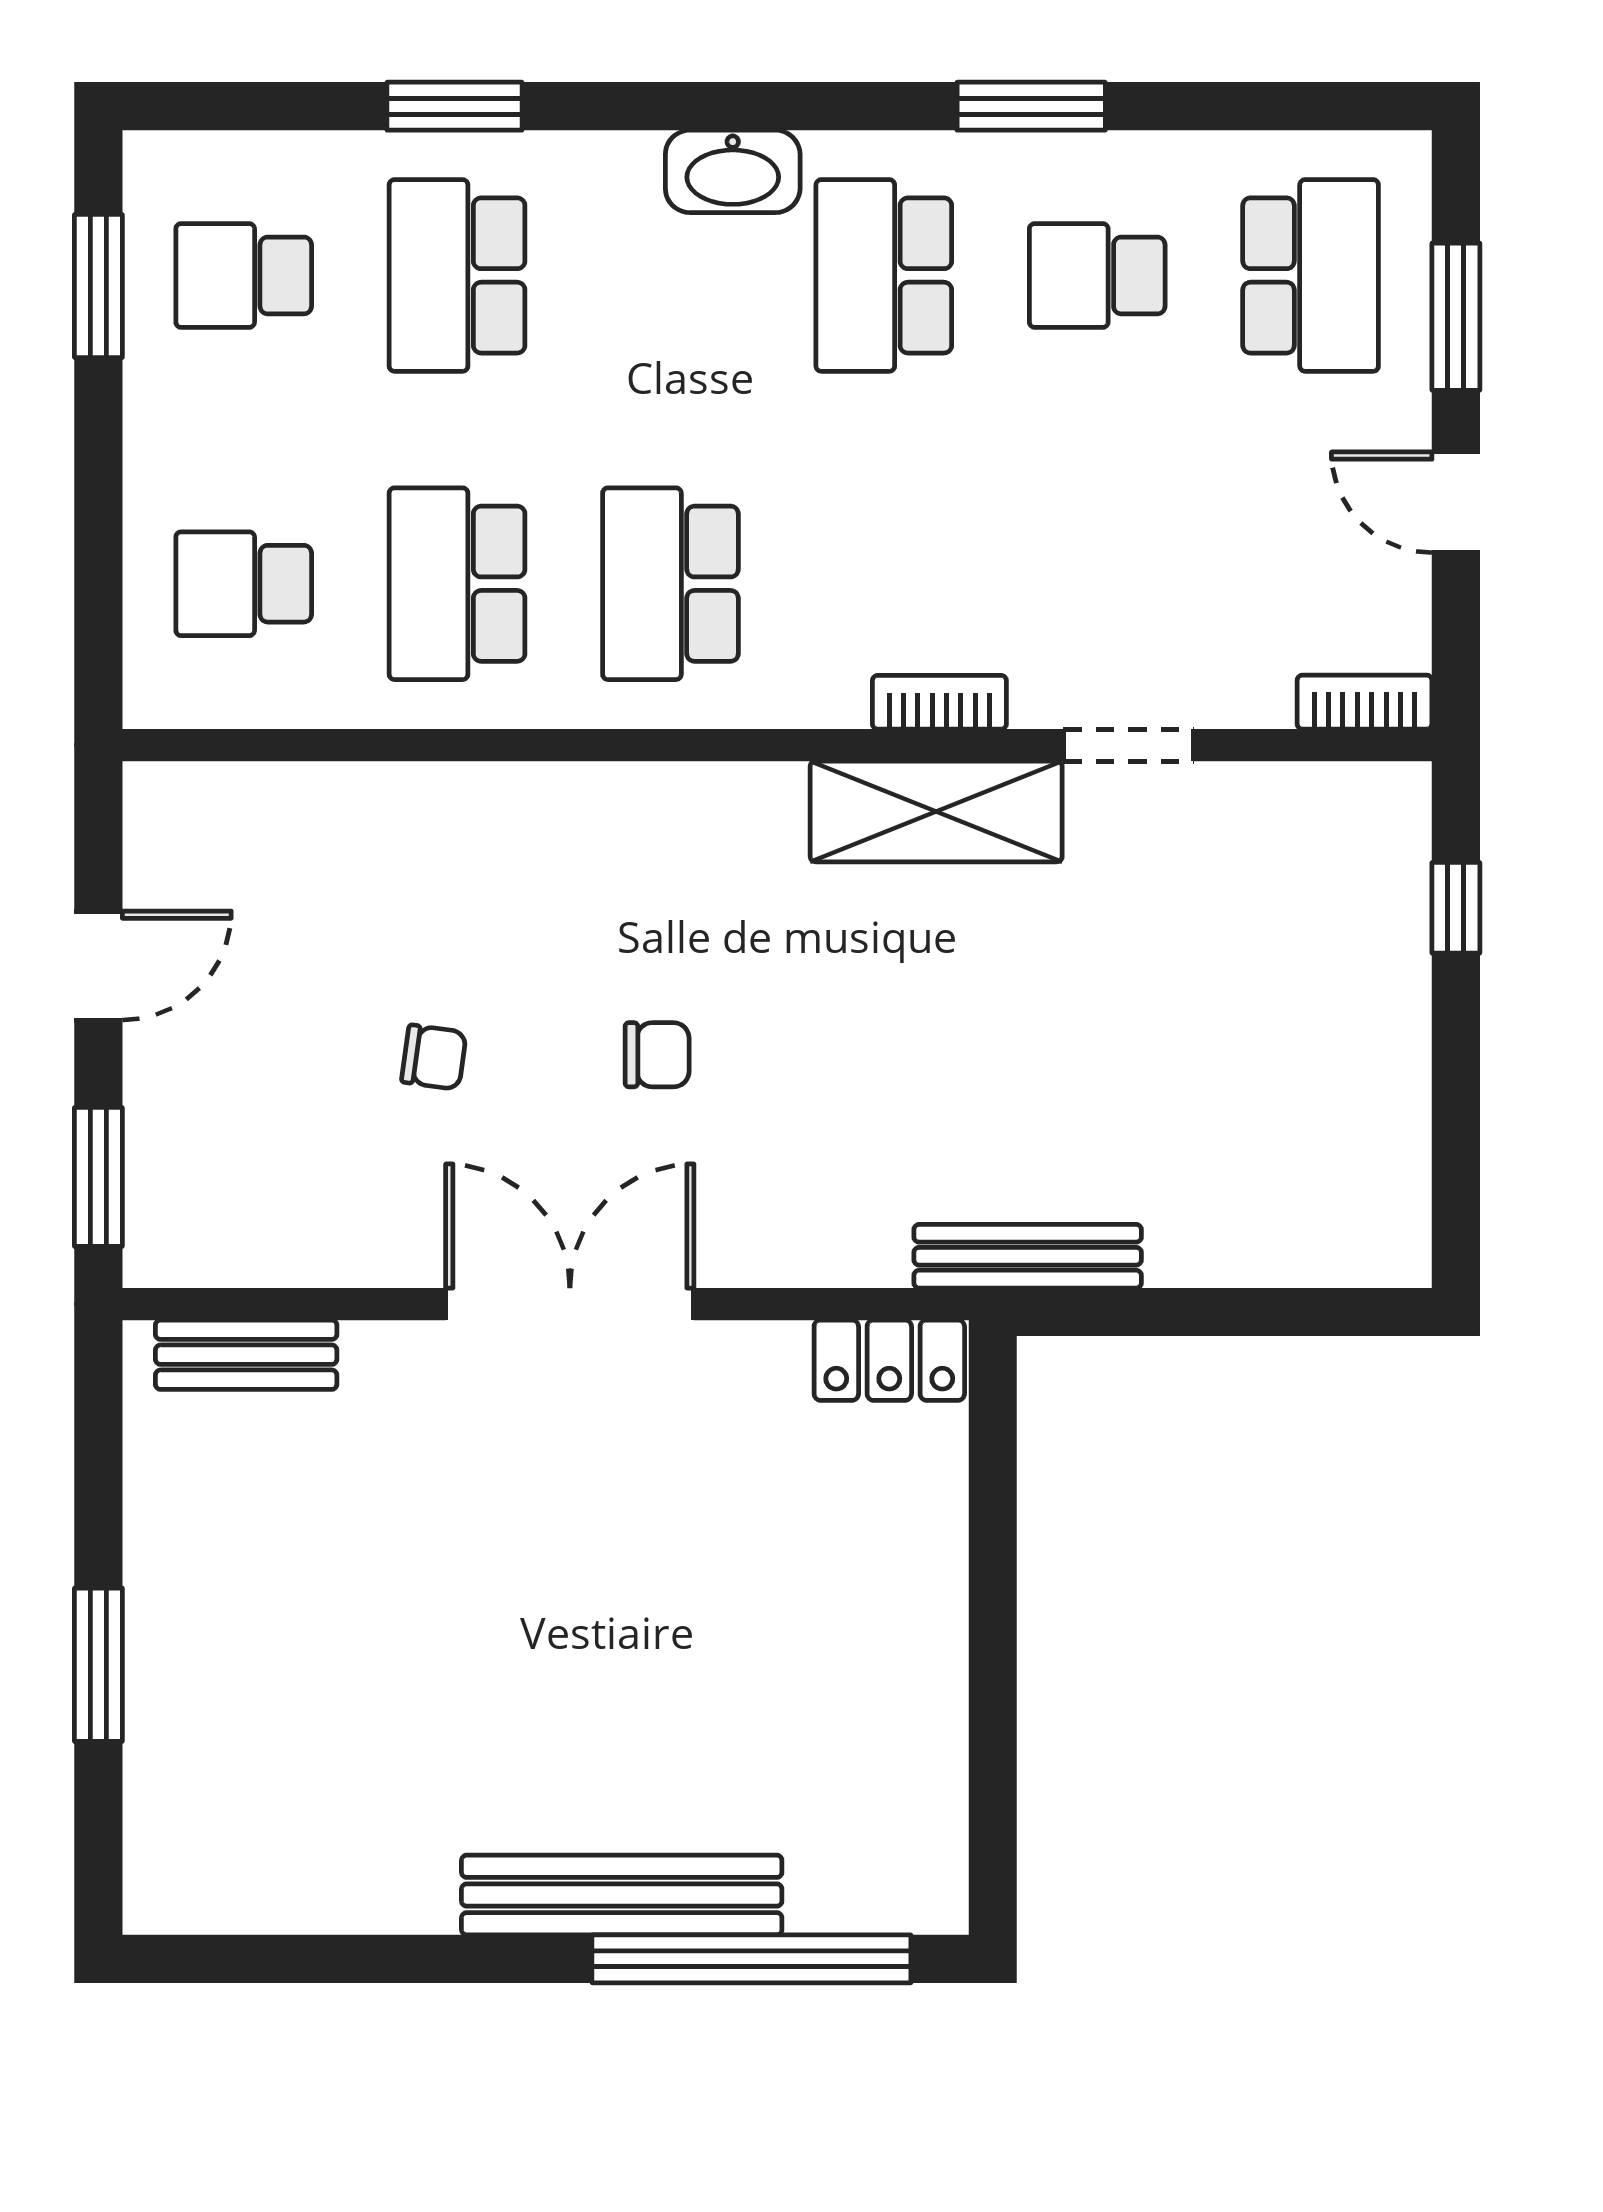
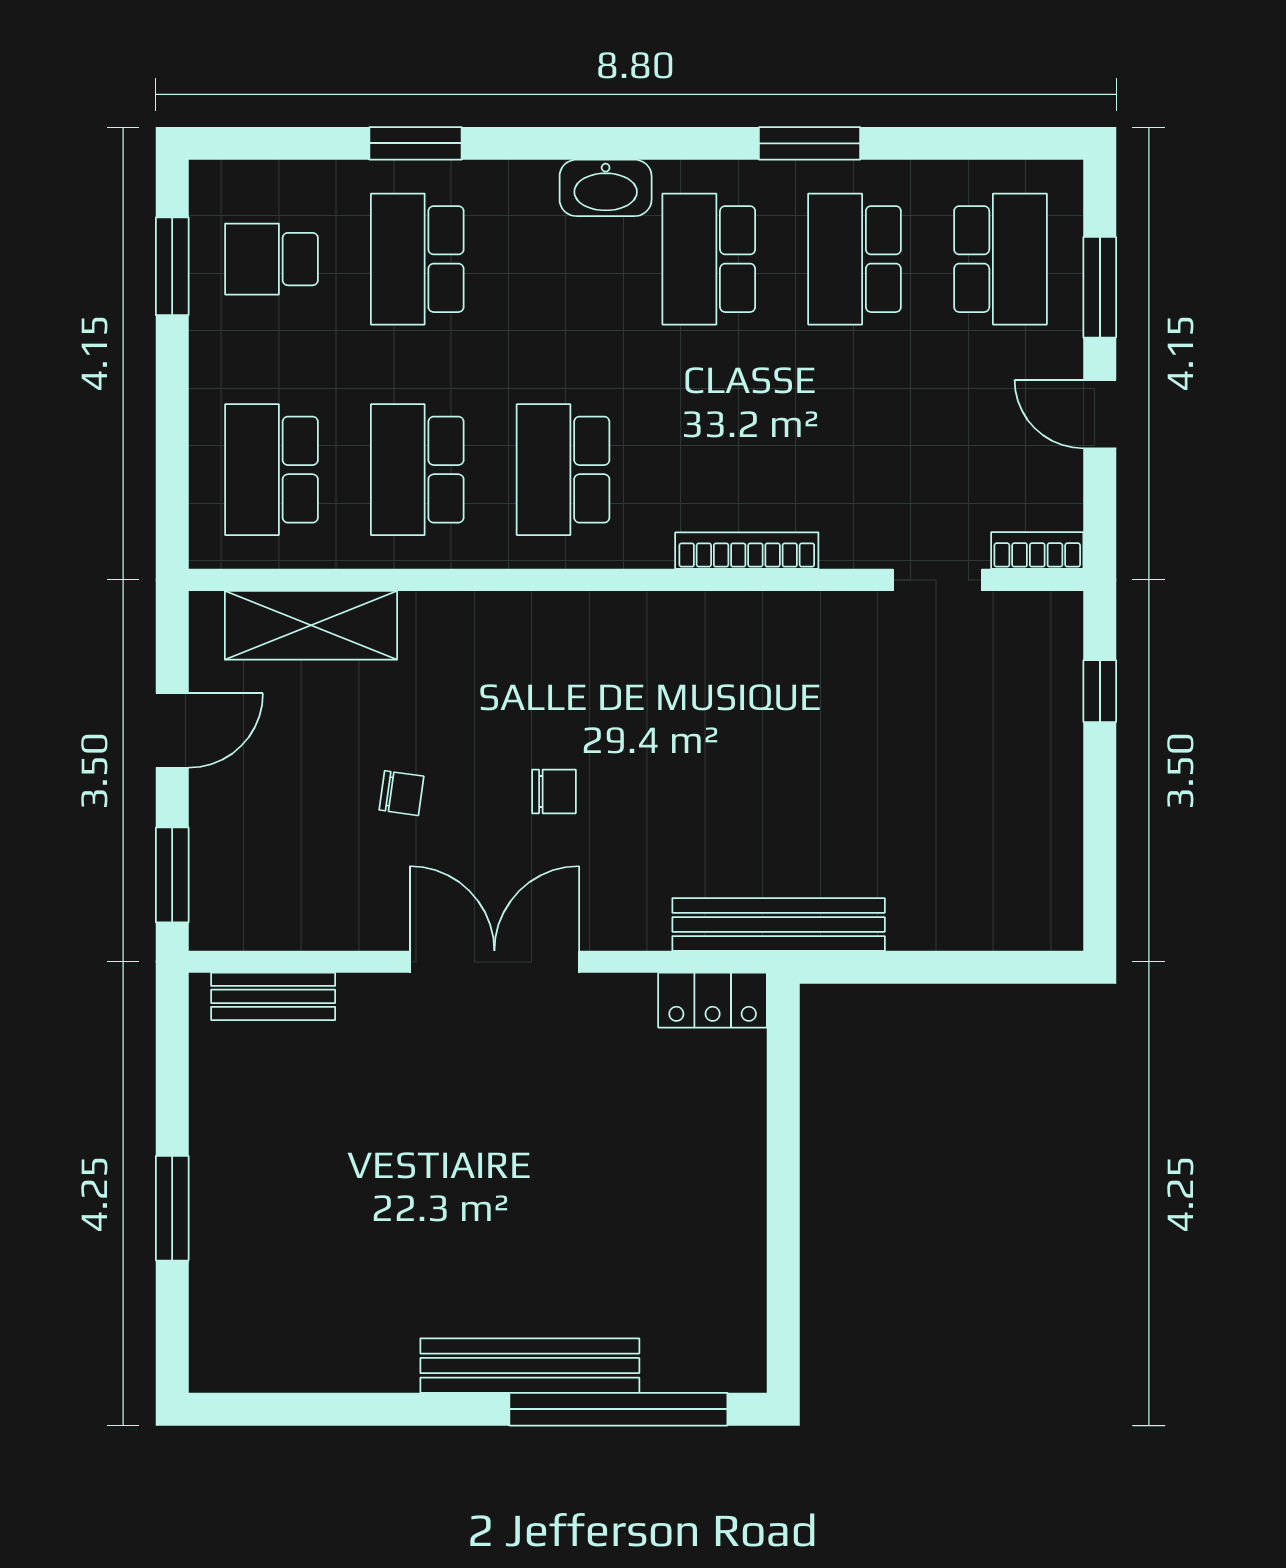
school desk: (1097, 275) -> (855, 259), width x1.85
school desk: (244, 584) -> (271, 470), width x1.85
bookcase: (939, 702) -> (747, 551), width x1.56
doorway: (1128, 745) -> (937, 580), moved
shelving: (936, 811) -> (311, 625), moved
bench: (1028, 1256) -> (779, 924), width x1.37, depth x1.21

